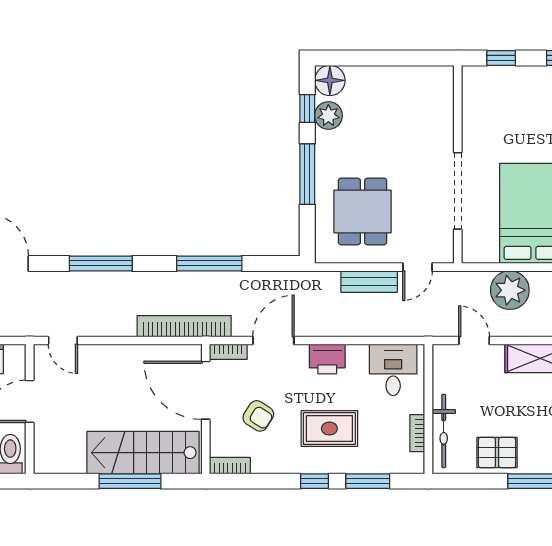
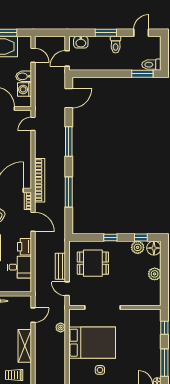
plant: (385, 79) -> (155, 274), added
window: (307, 174) -> (110, 238), width x0.46
plant: (510, 290) -> (61, 328), width x0.53, depth x0.53
desk: (393, 370) -> (19, 267), moved

